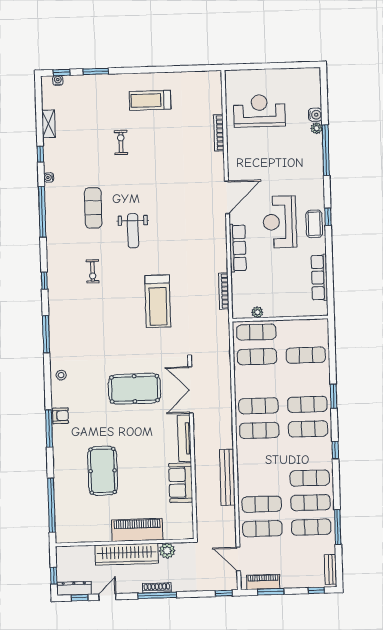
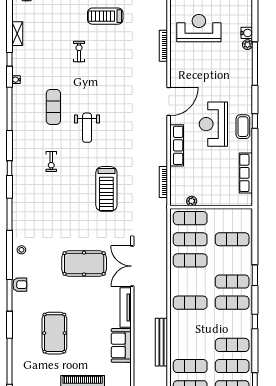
exercise mat: (259, 406) -> (190, 260), moved

